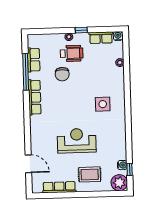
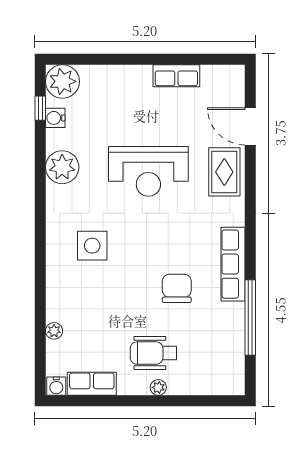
window: (81, 30) -> (132, 401), removed
row of seats: (34, 60) -> (233, 342), removed
chair: (62, 74) -> (177, 288), moved
plant: (118, 141) -> (62, 167), added
rug: (90, 174) -> (224, 172), moved, turned 90
row of seats: (59, 187) -> (176, 76), width x0.68

